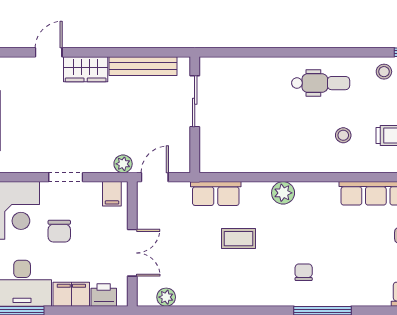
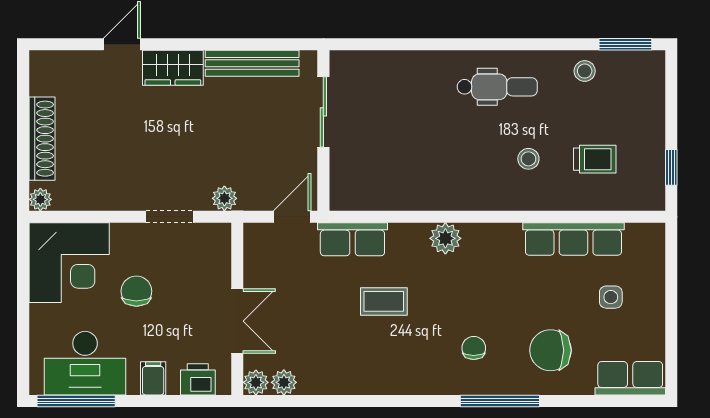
doorway: (66, 177) -> (169, 217), moved
door: (155, 177) -> (292, 217), moved
filing cabinet: (112, 194) -> (209, 240), removed
chair: (59, 231) -> (136, 291), turned 180
chair: (359, 274) -> (551, 350), added
filing cabinet: (71, 294) -> (153, 378), width x0.50
plant: (146, 297) -> (256, 382), added

